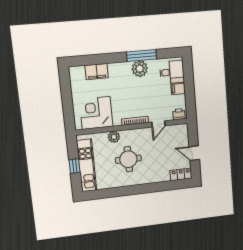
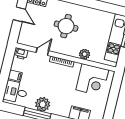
round table: (128, 159) -> (66, 26), moved

